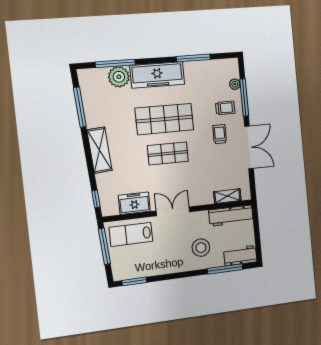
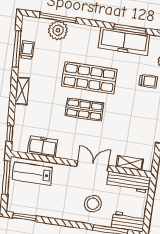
freezer: (157, 75) -> (124, 41), moved
trolley: (220, 134) -> (27, 50), moved
shelving: (100, 150) -> (22, 91), width x0.67, depth x0.75
double door: (173, 211) -> (93, 166), moved

